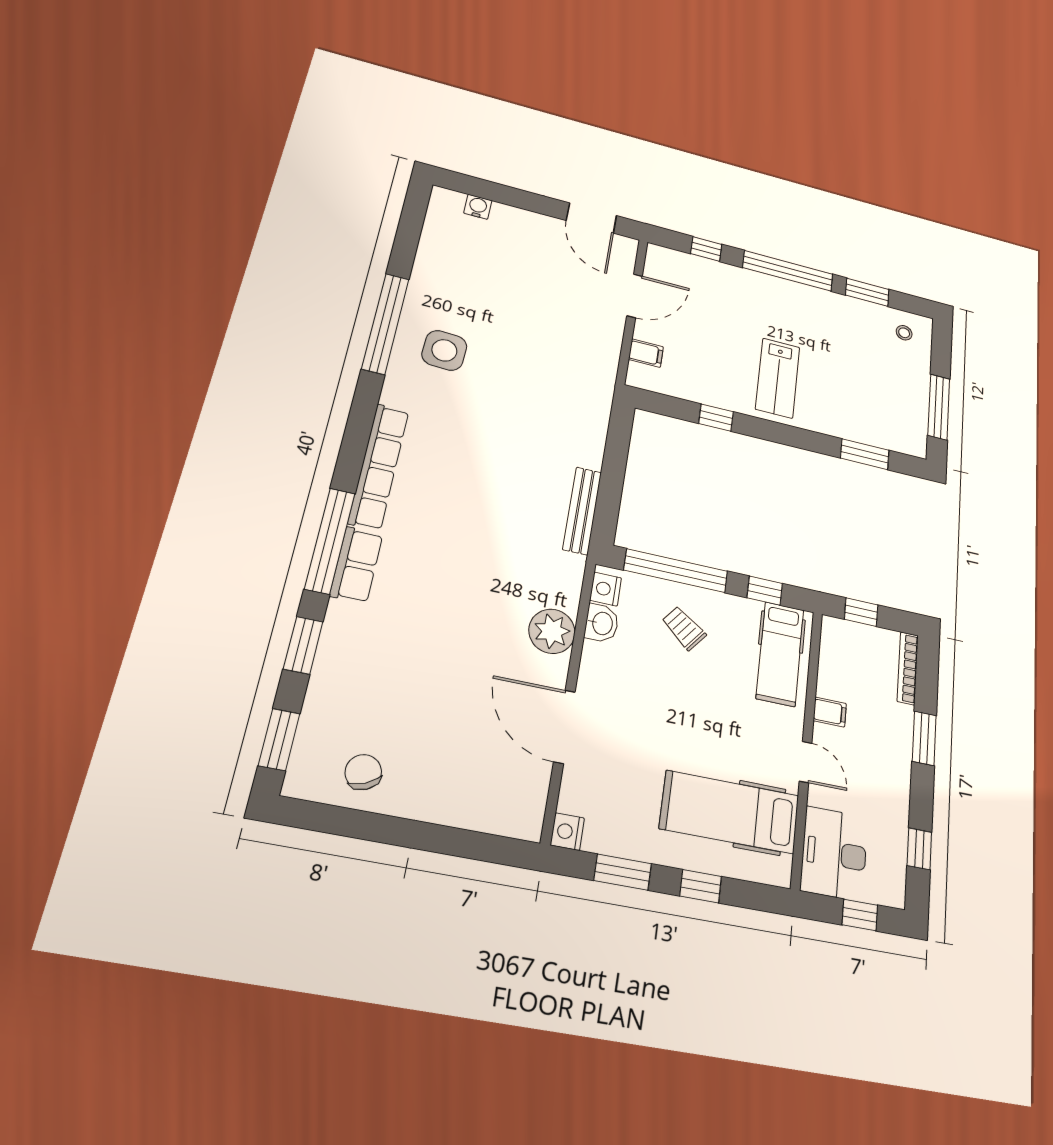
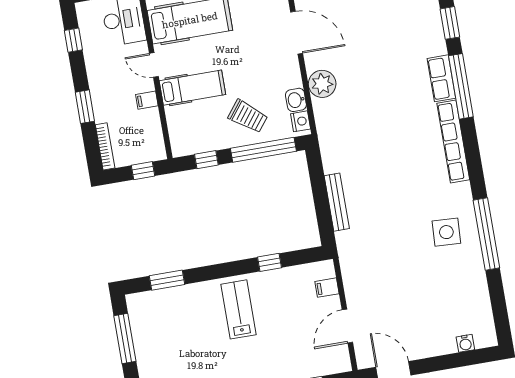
bench: (582, 511) -> (337, 202), moved
trolley: (684, 628) -> (248, 116), width x1.36, depth x1.39
hospital bed: (780, 654) -> (192, 88), moved, turned 90

